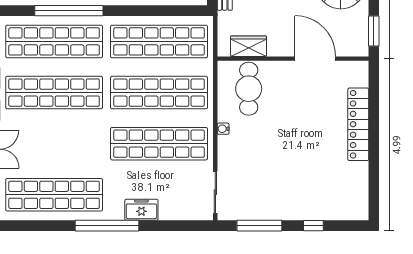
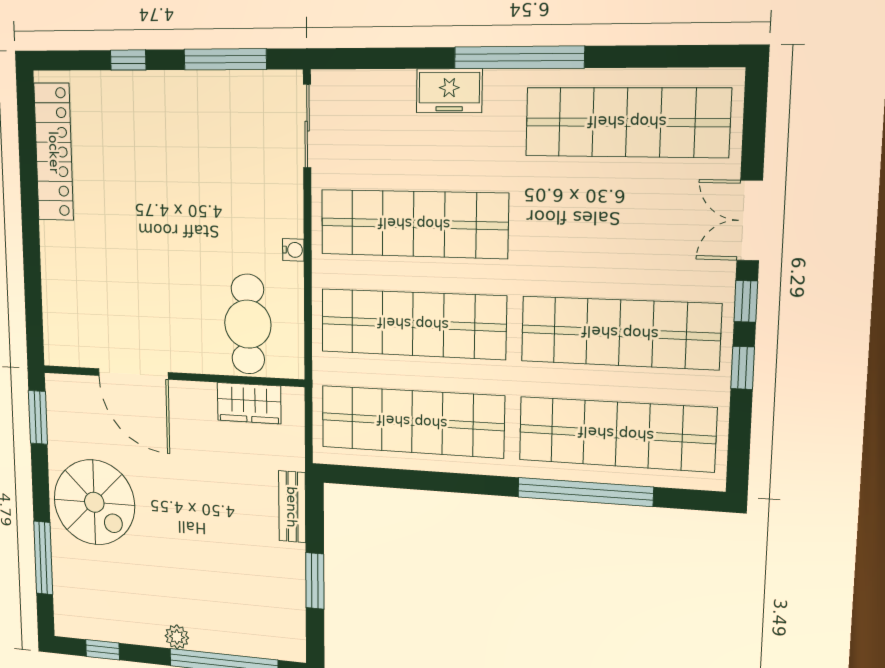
locker: (358, 124) -> (54, 152), moved

